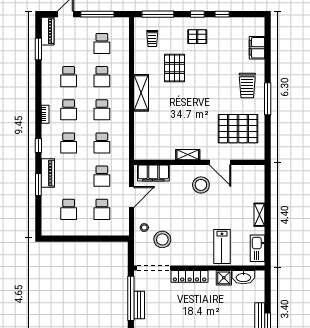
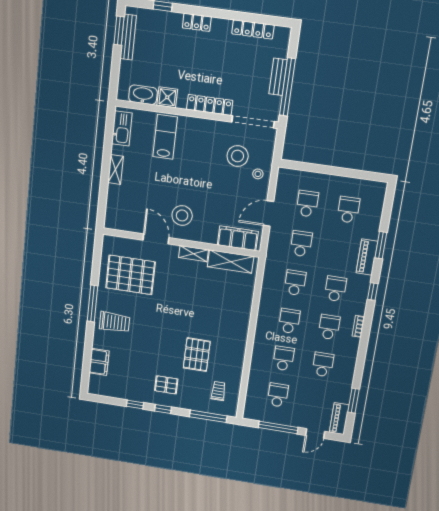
trolley: (247, 85) -> (115, 322), turned 90
shelving: (141, 93) -> (231, 262), moved, turned 90

